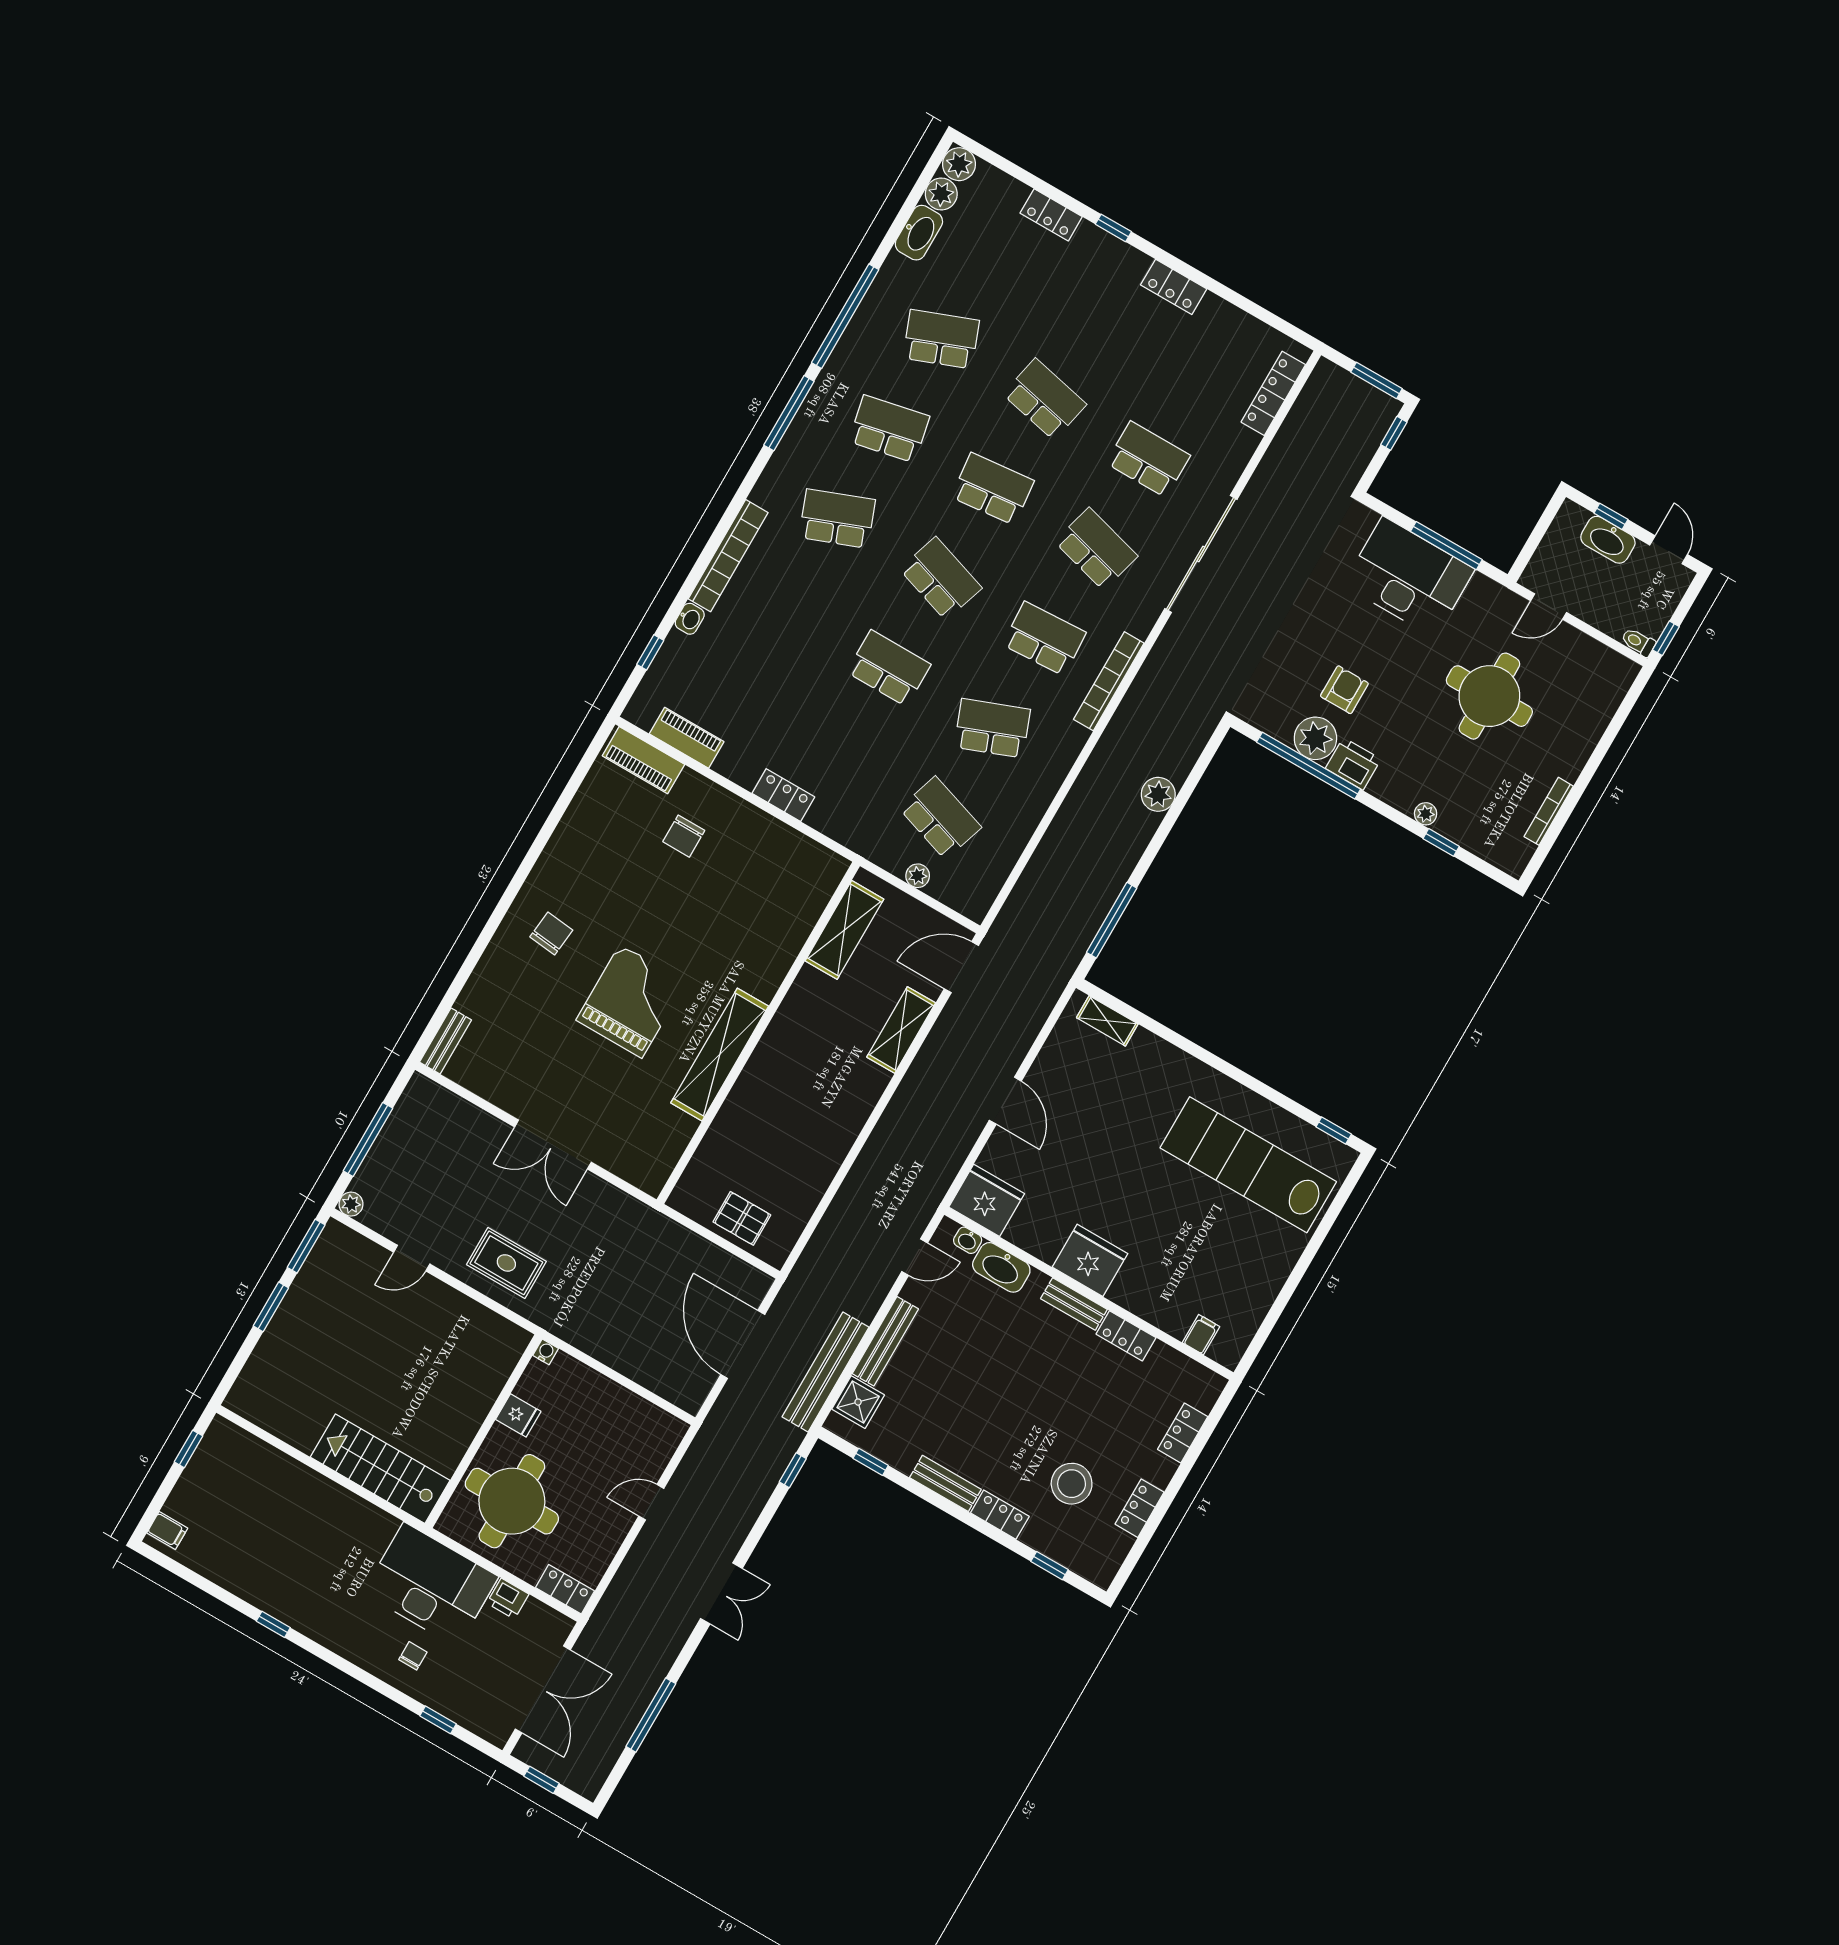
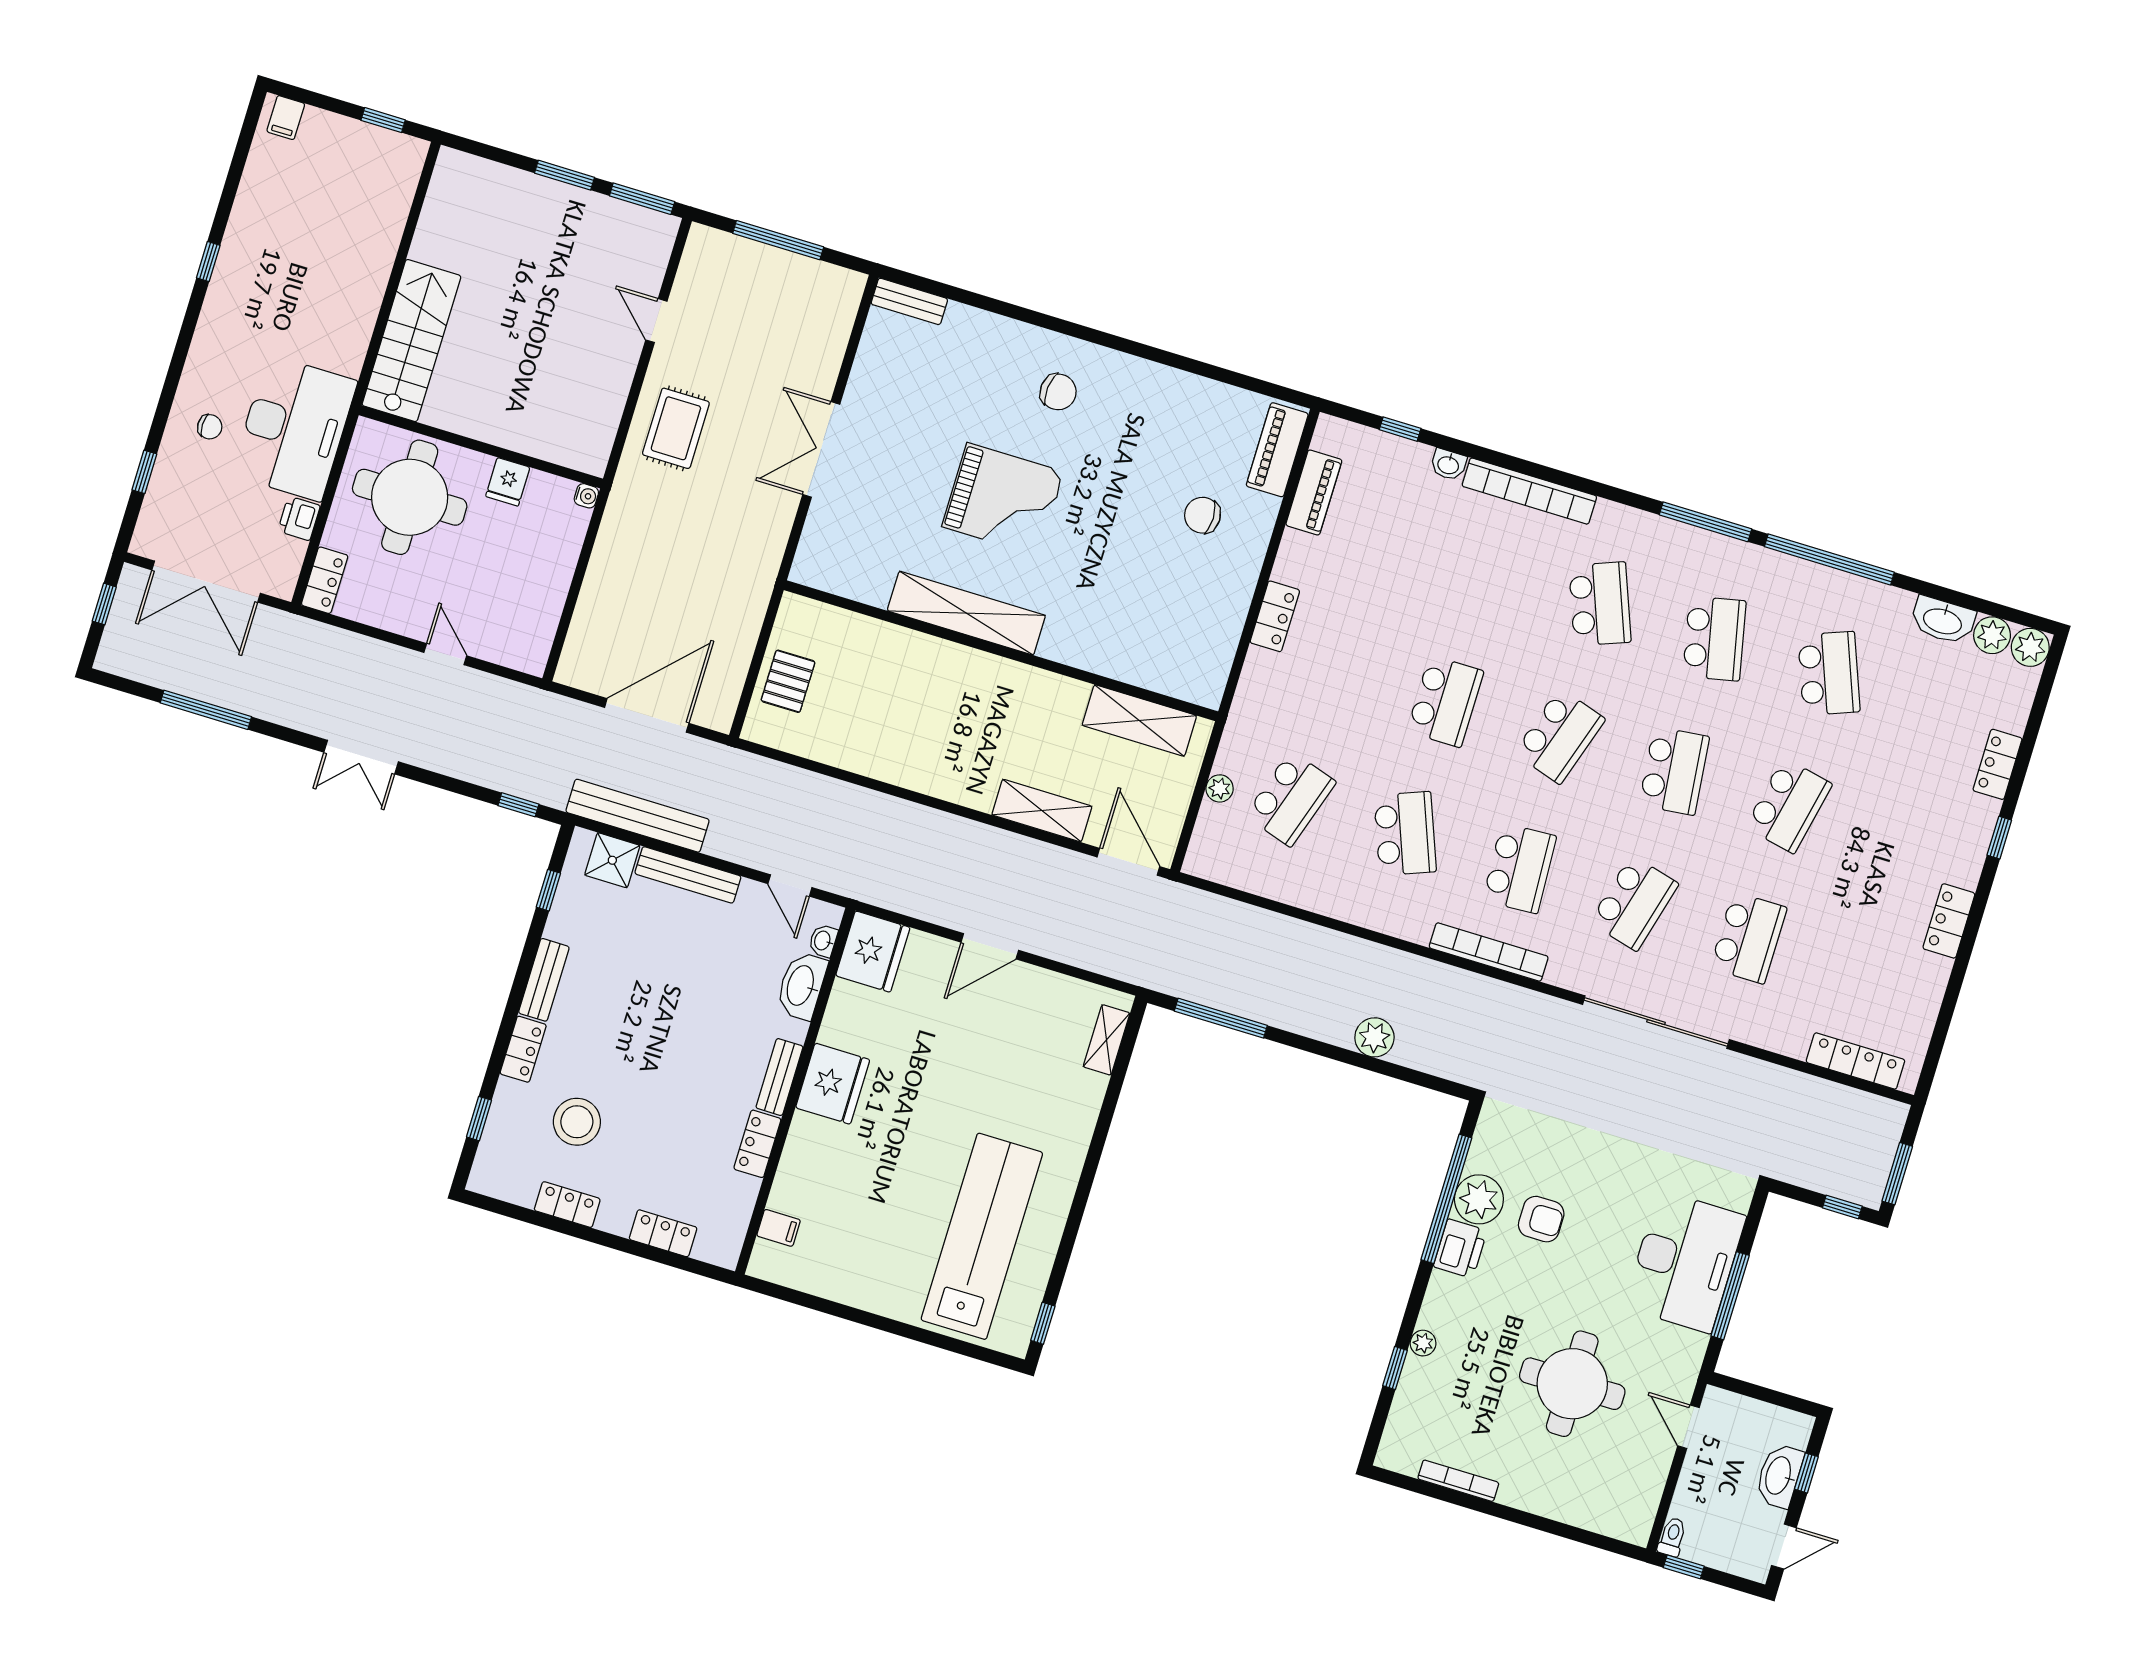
plant: (351, 1204) -> (701, 238), removed

